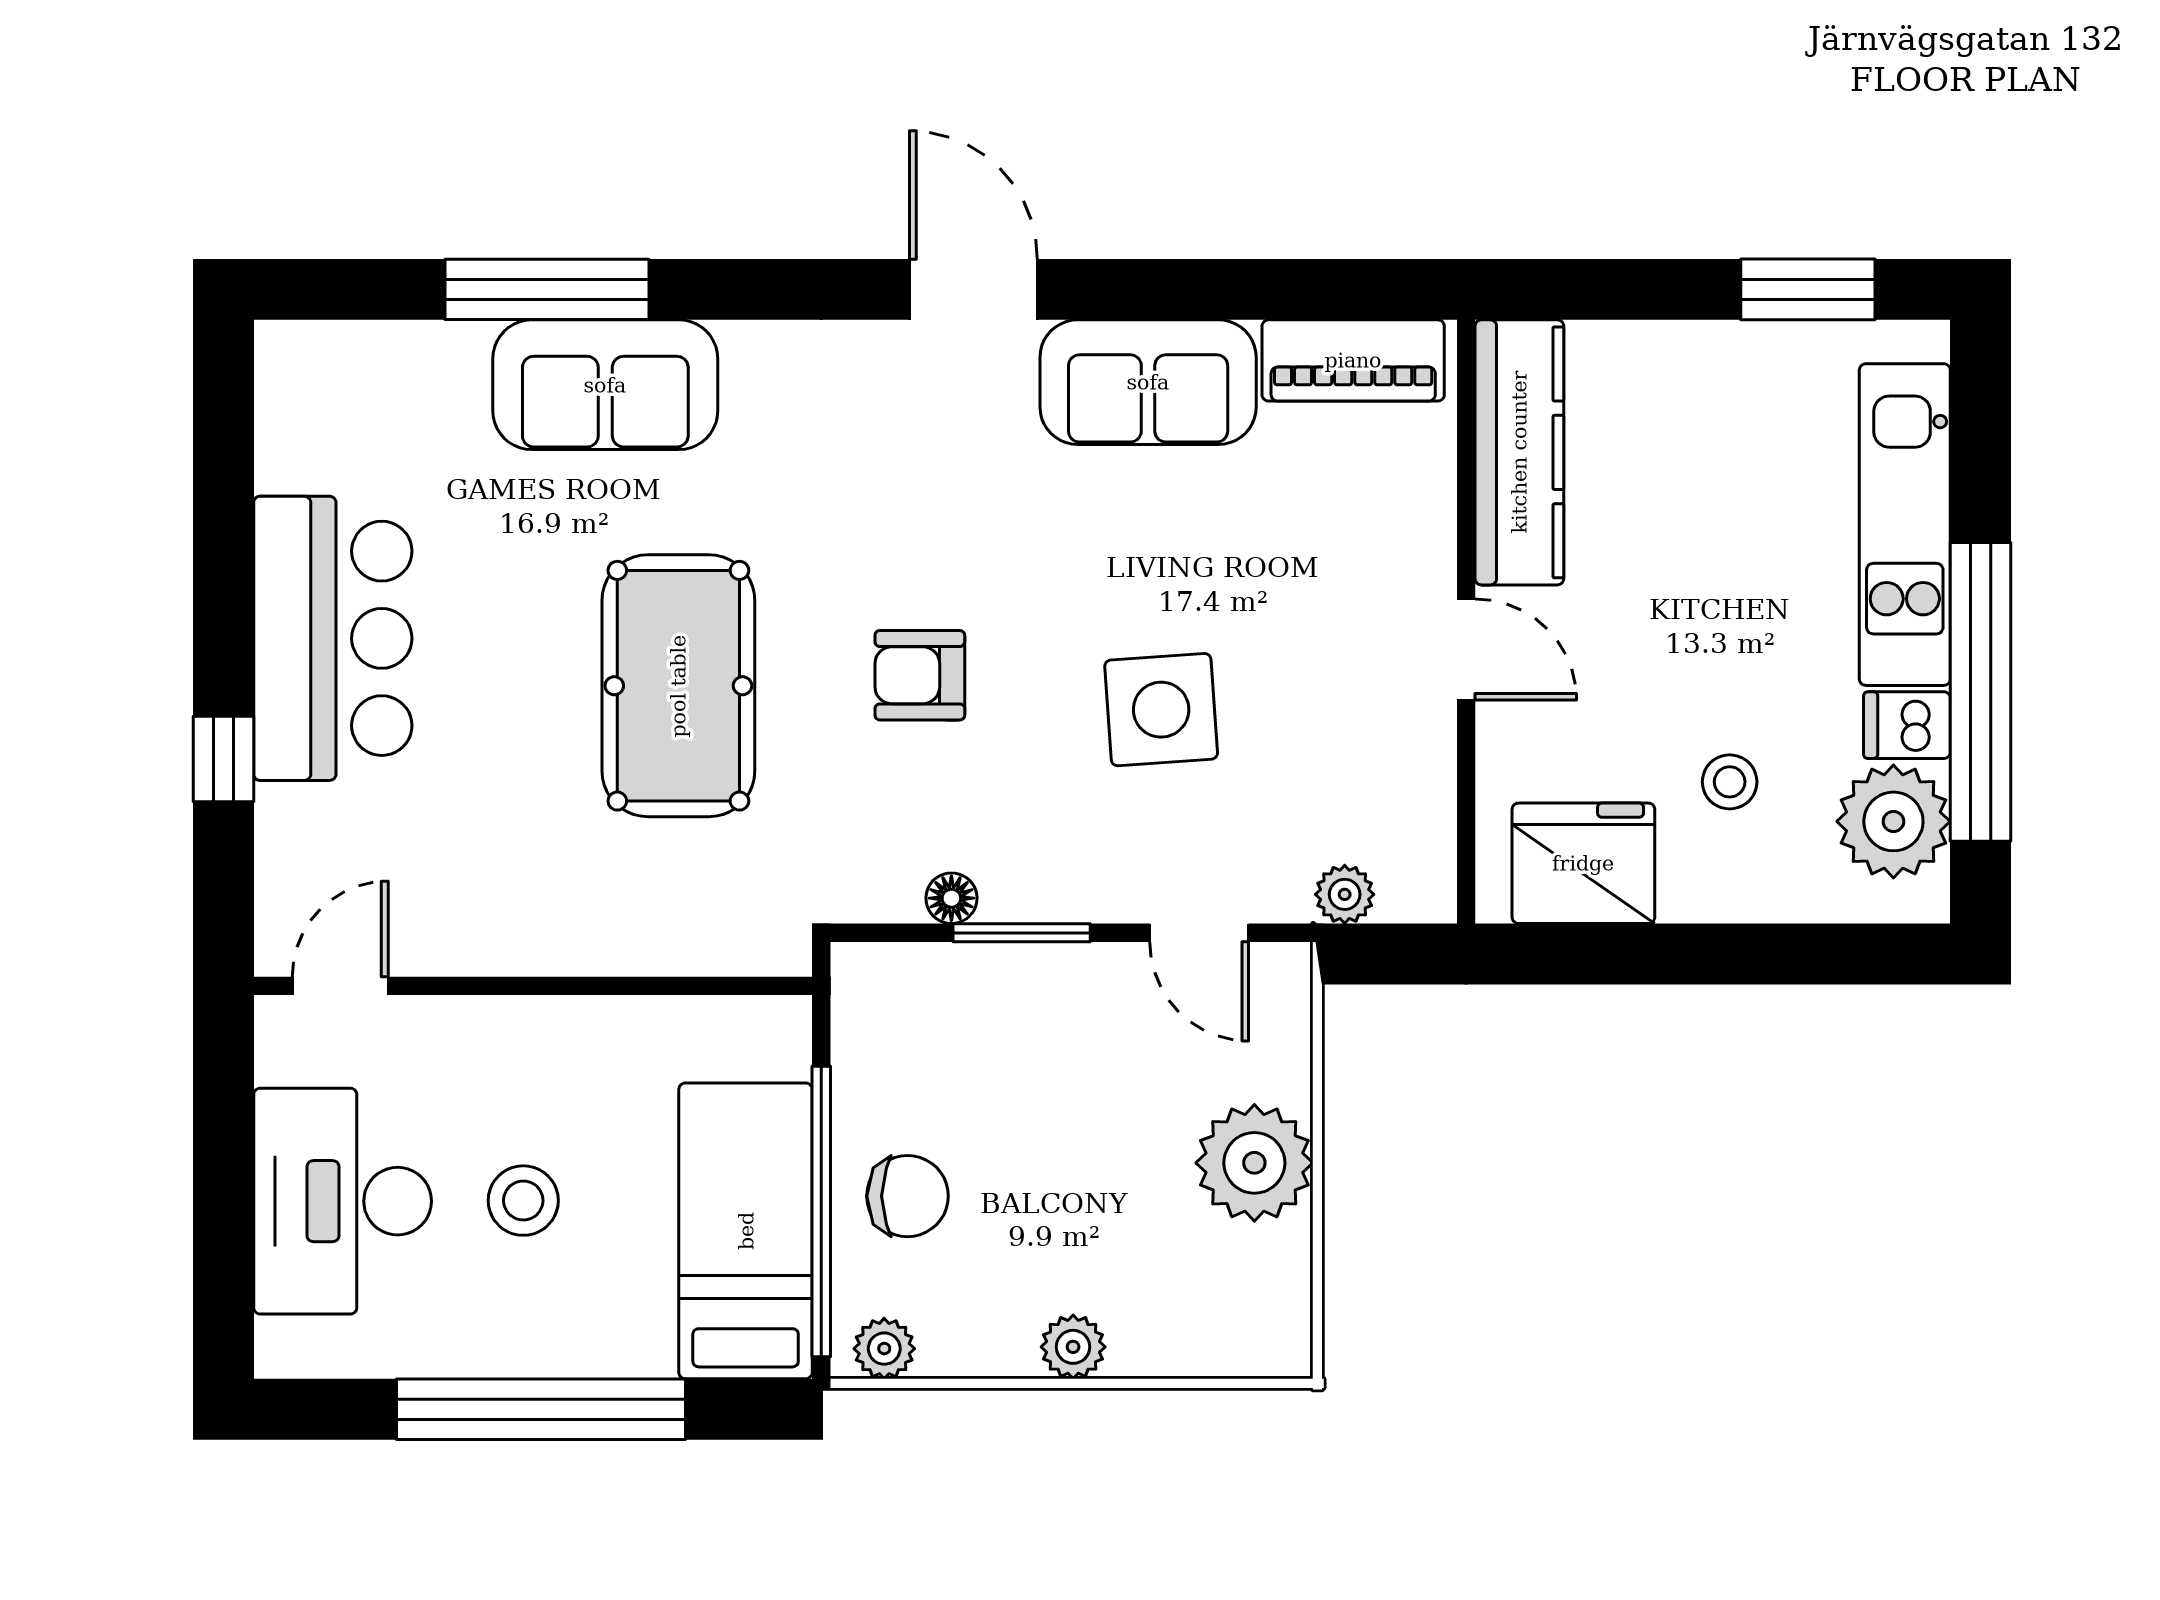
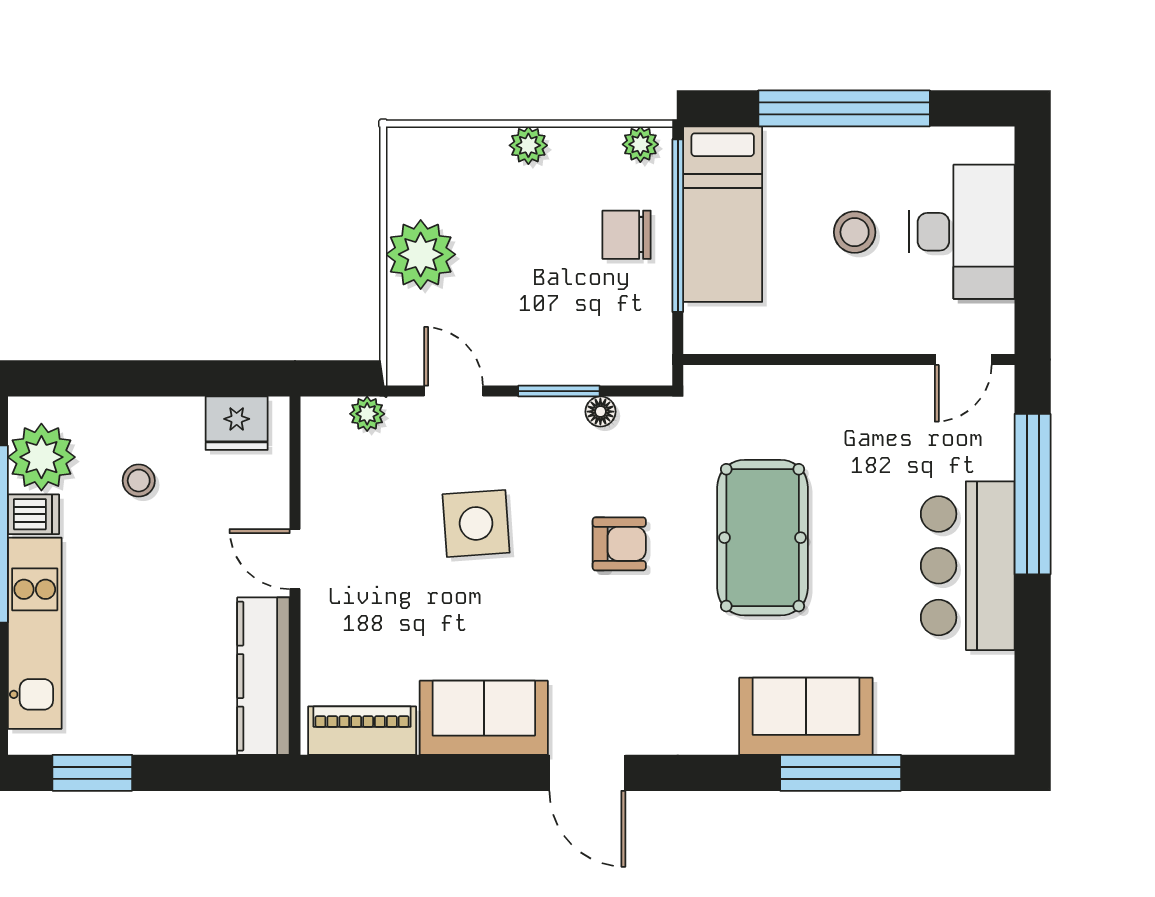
window: (223, 759) -> (1033, 494), width x3.17
fridge: (1583, 863) -> (237, 423), width x0.73, depth x0.75

